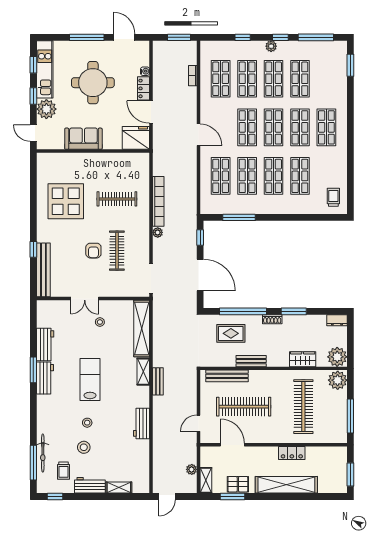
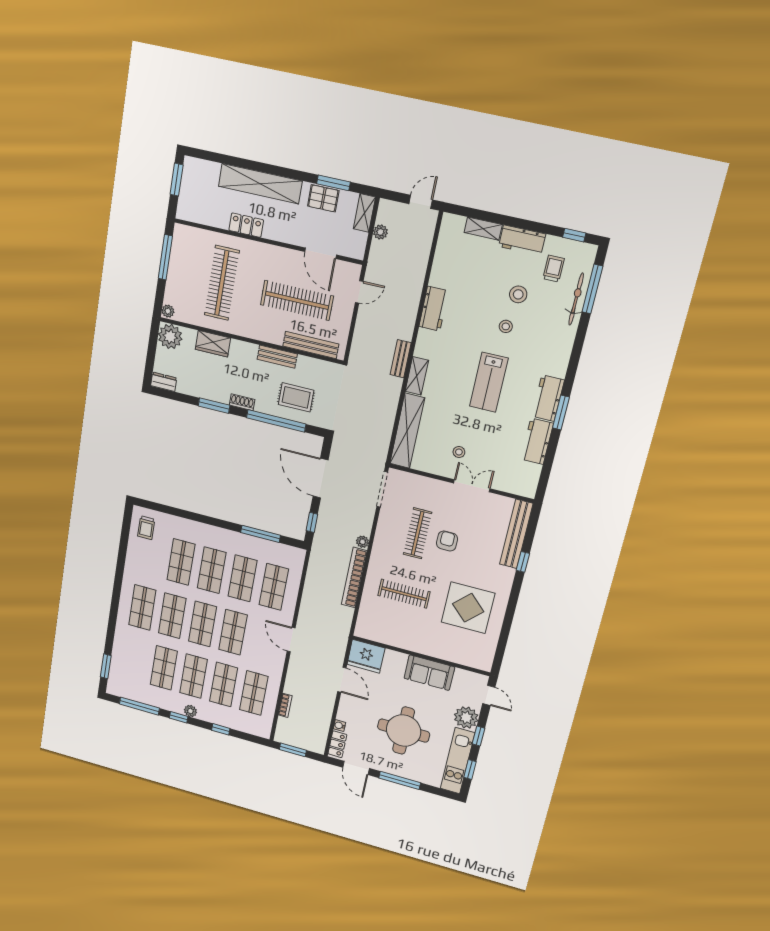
locker: (143, 88) -> (337, 744), moved
plant: (338, 380) -> (168, 311), width x0.53, depth x0.53

